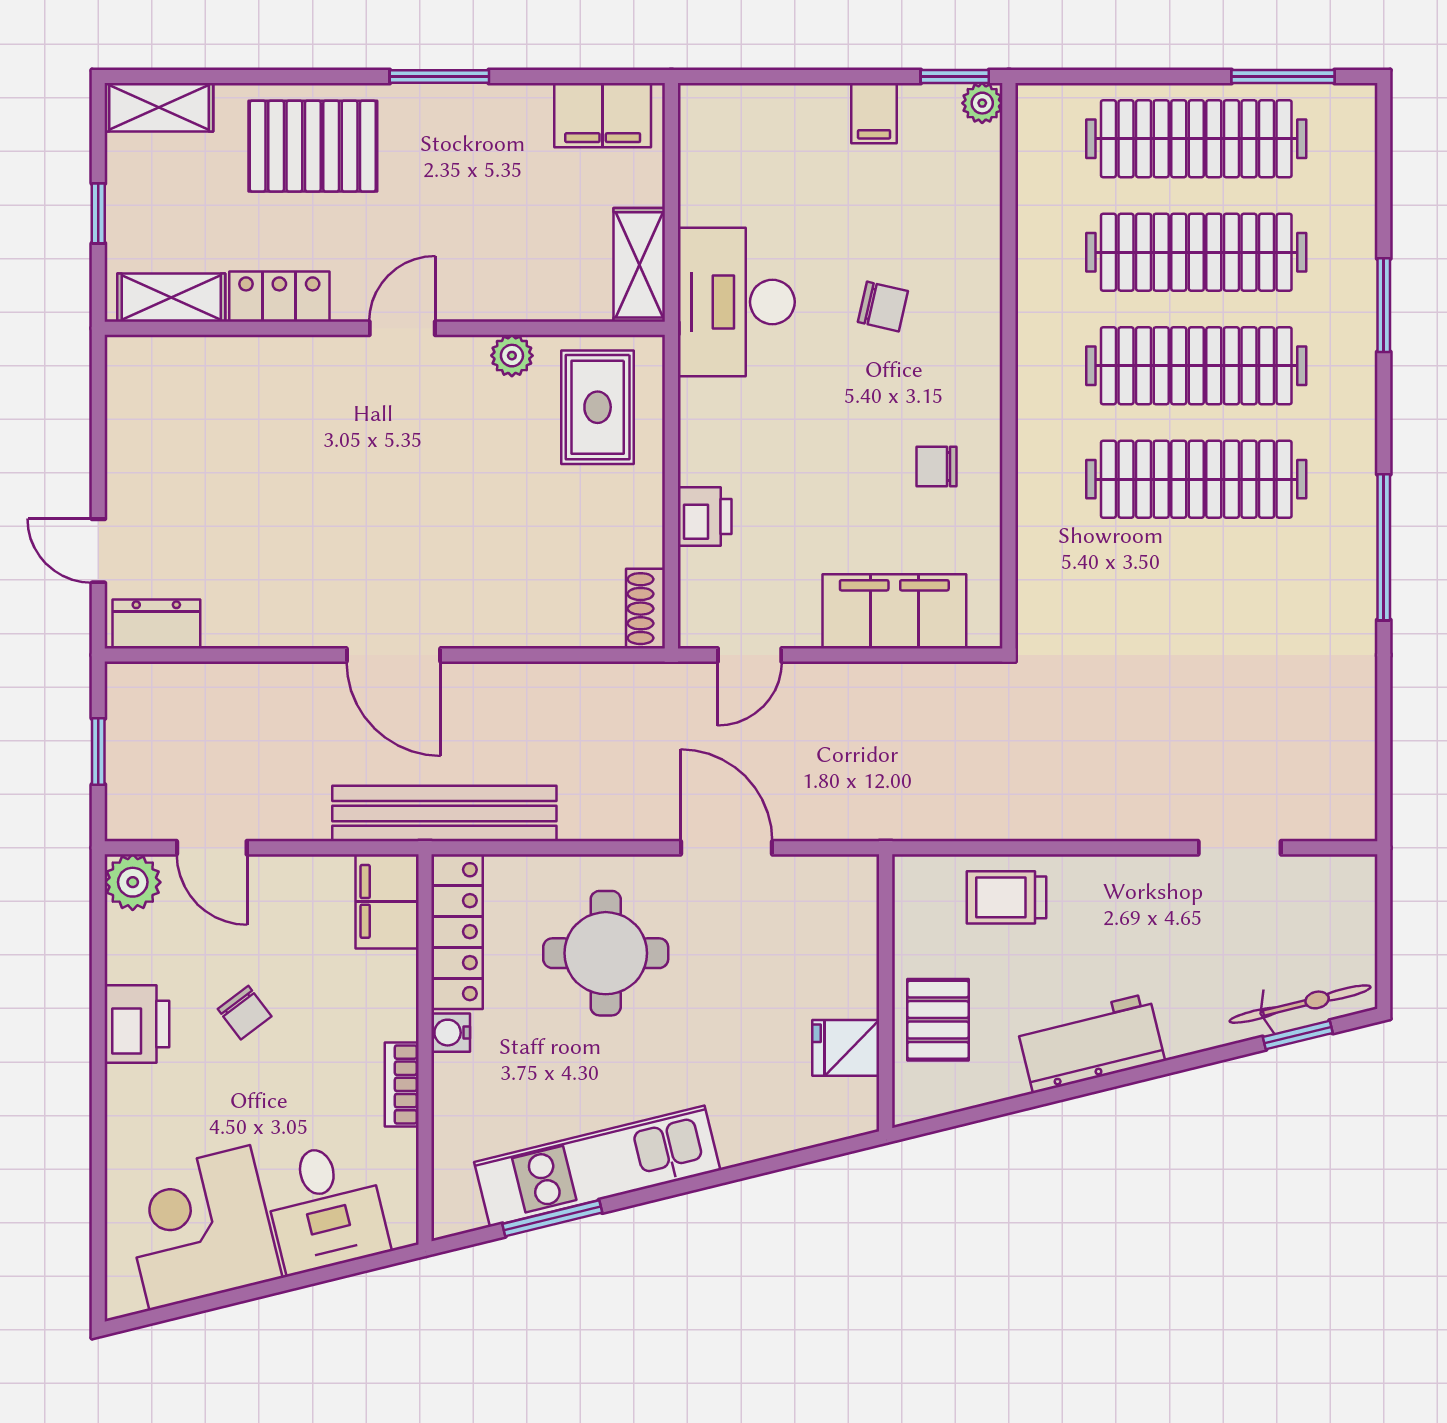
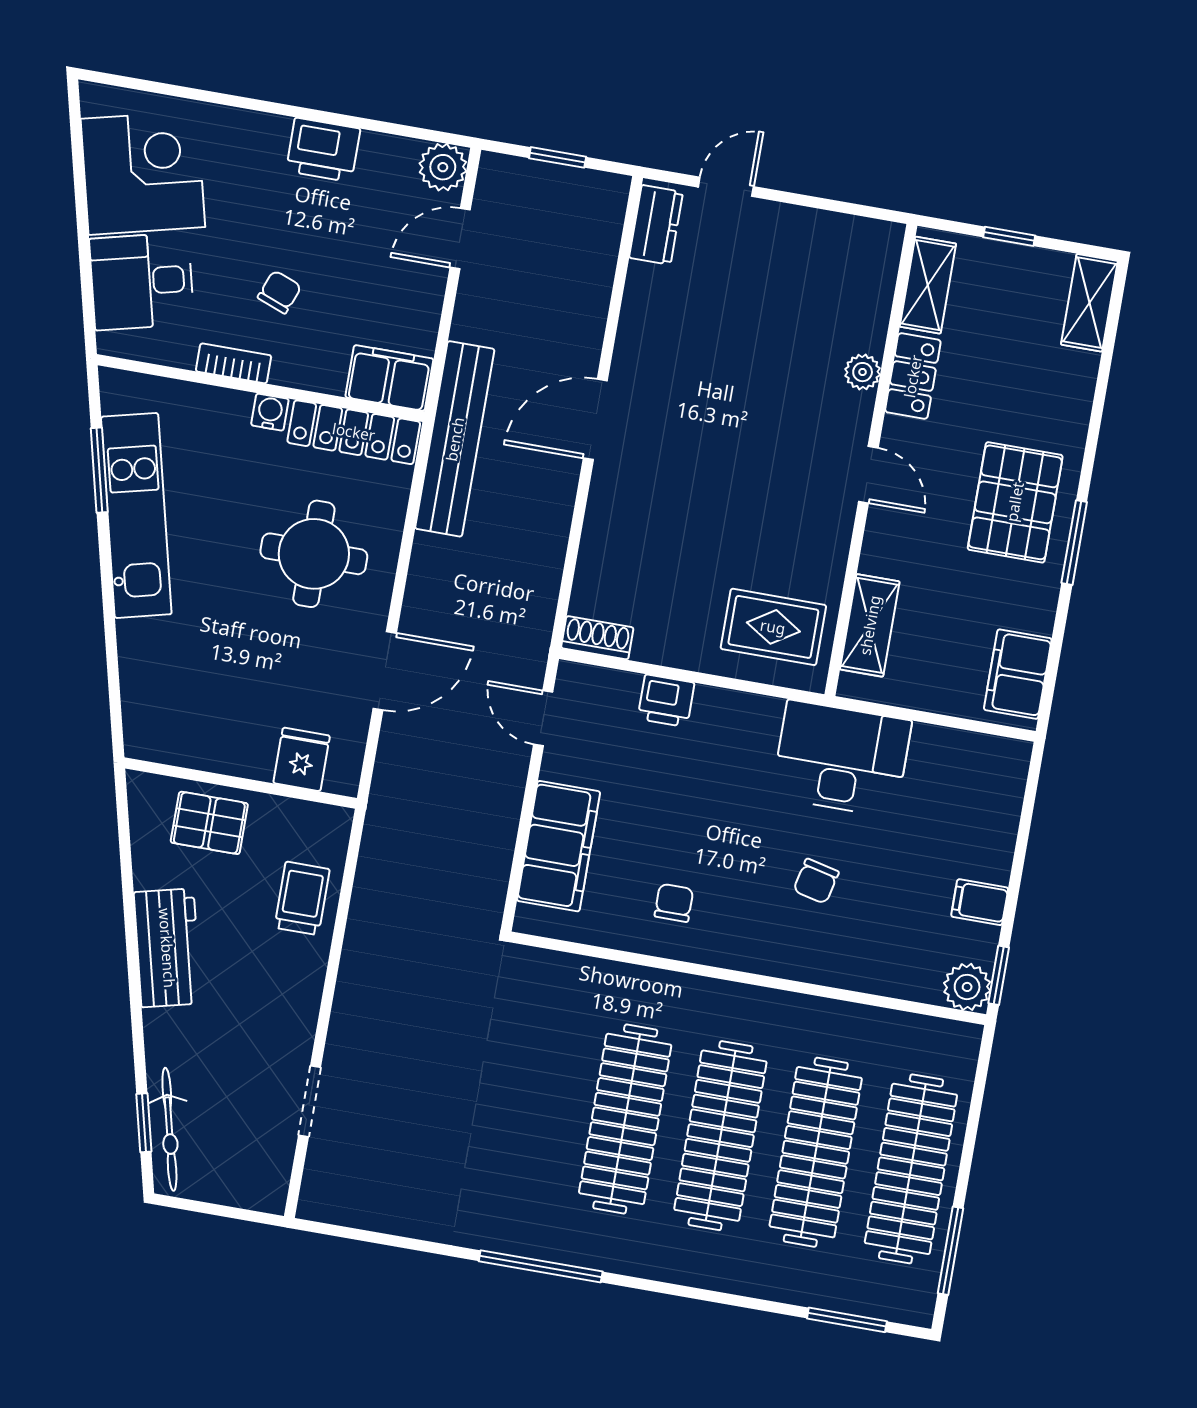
plant: (982, 103) -> (967, 987), width x1.38, depth x1.38
pallet: (313, 146) -> (1015, 502), moved
shelving: (639, 265) -> (870, 625), moved, turned 90
window: (1384, 305) -> (847, 1320), moved
plant: (512, 356) -> (863, 372), moved
chair: (245, 1013) -> (279, 292), moved, turned 148
fridge: (846, 1048) -> (302, 759), moved

